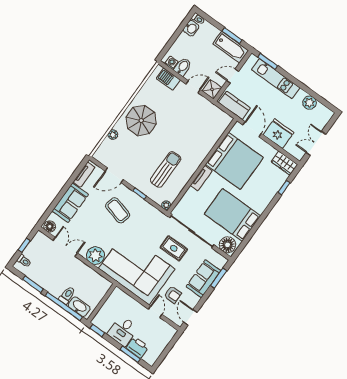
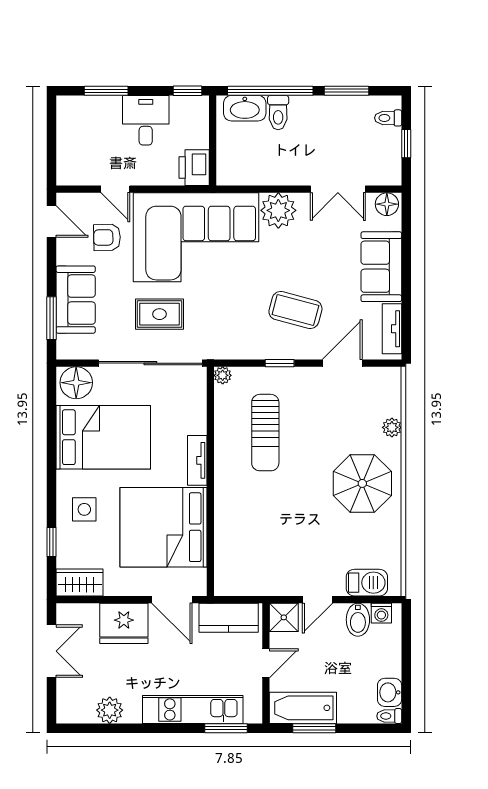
side table: (261, 191) -> (84, 509), added
printer: (137, 347) -> (194, 168), moved, turned 90

